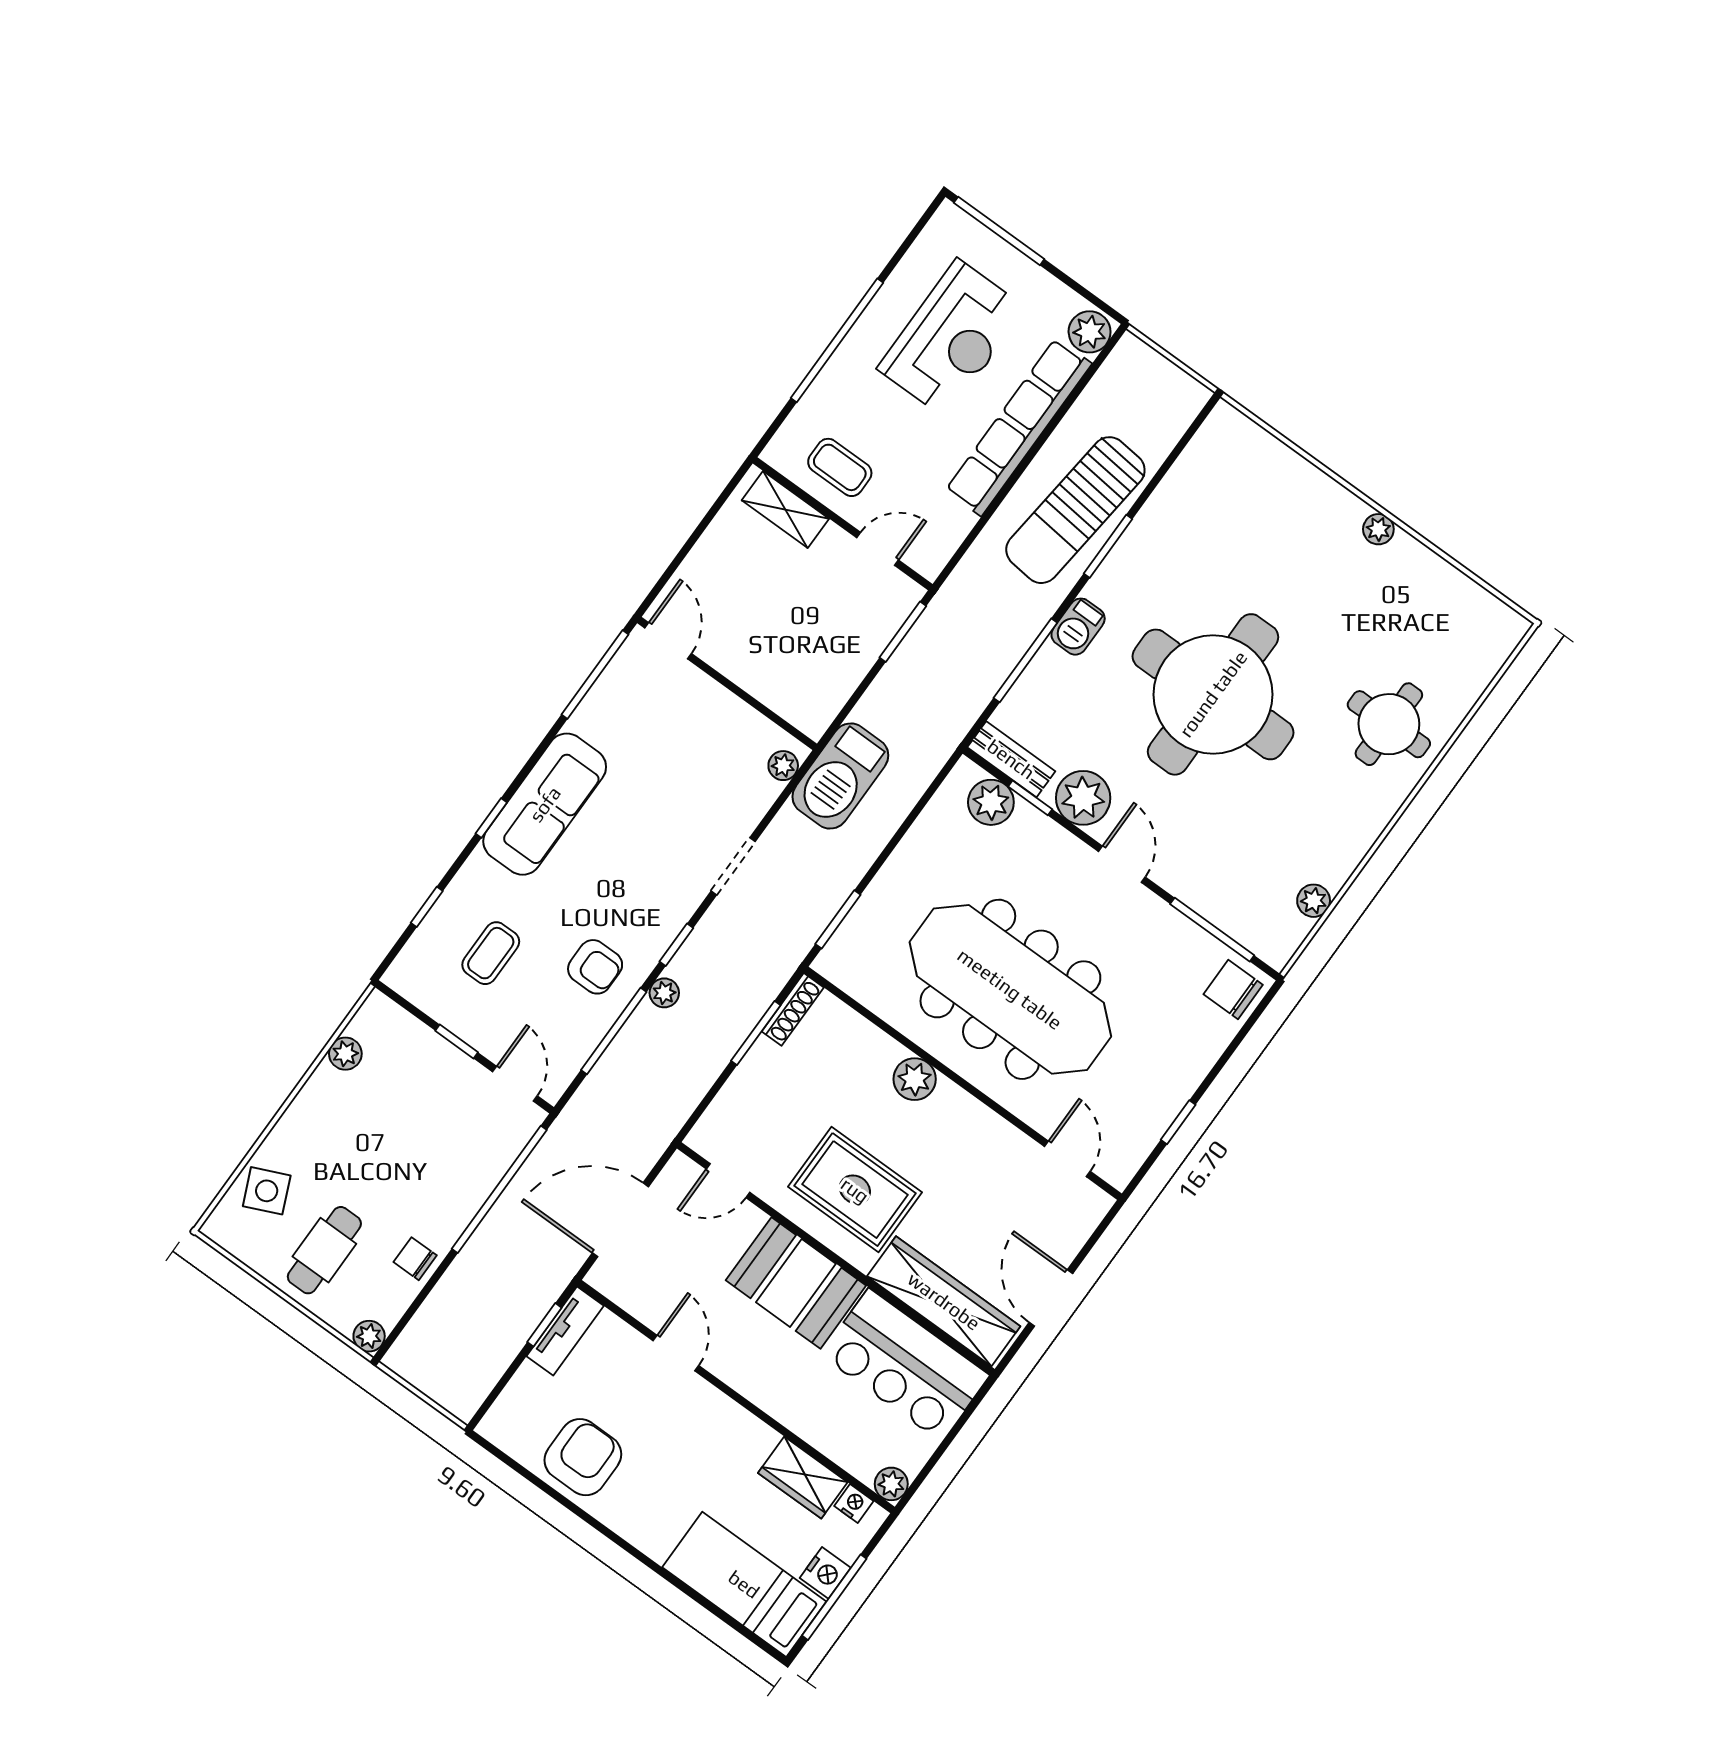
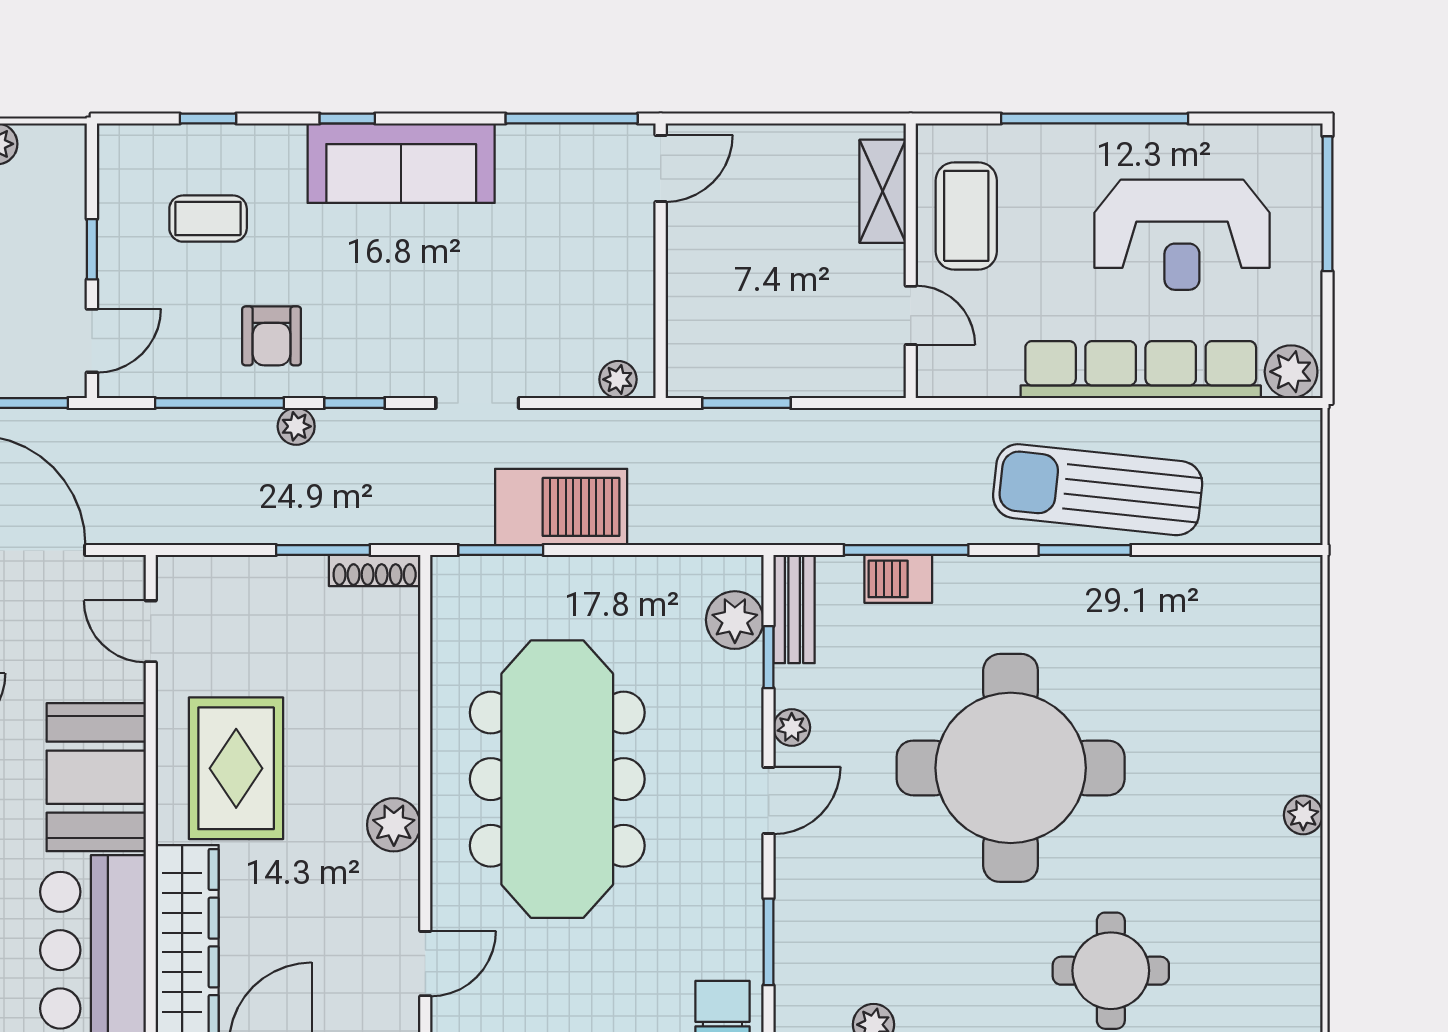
coffee table: (840, 467) -> (966, 216), width x1.36, depth x1.30
barbecue: (1078, 627) -> (898, 579), moved
window: (903, 632) -> (746, 403), moved
barbecue: (840, 776) -> (561, 507), moved, turned 180
plant: (1083, 798) -> (792, 727), width x0.53, depth x0.53
window: (1212, 930) -> (769, 942), width x0.69
plant: (915, 1079) -> (394, 825), moved

